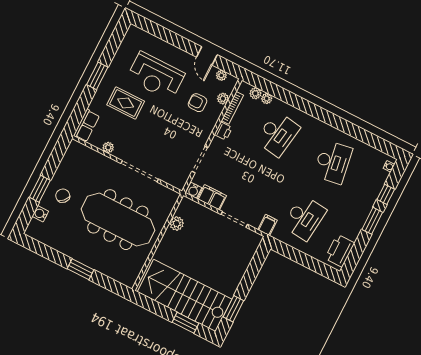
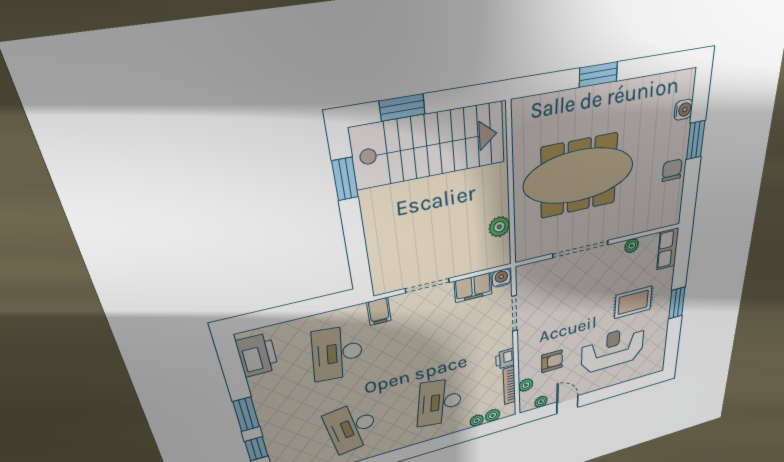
chair: (63, 196) -> (672, 170), moved, turned -133

